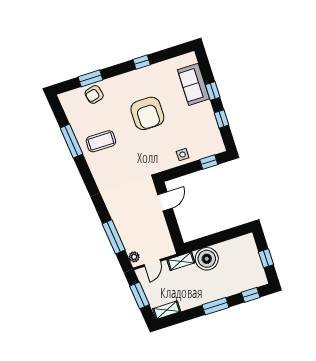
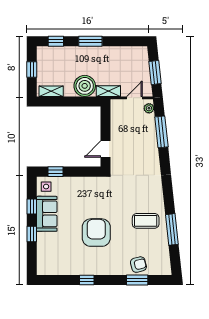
sofa: (194, 84) -> (47, 214), moved
side table: (183, 155) -> (46, 187), moved
shelving: (167, 310) -> (51, 91), moved

